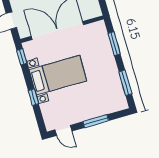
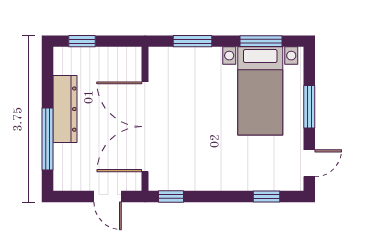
bed with nightstands: (58, 75) -> (260, 91), moved, turned 180
window: (33, 97) -> (267, 196), moved

